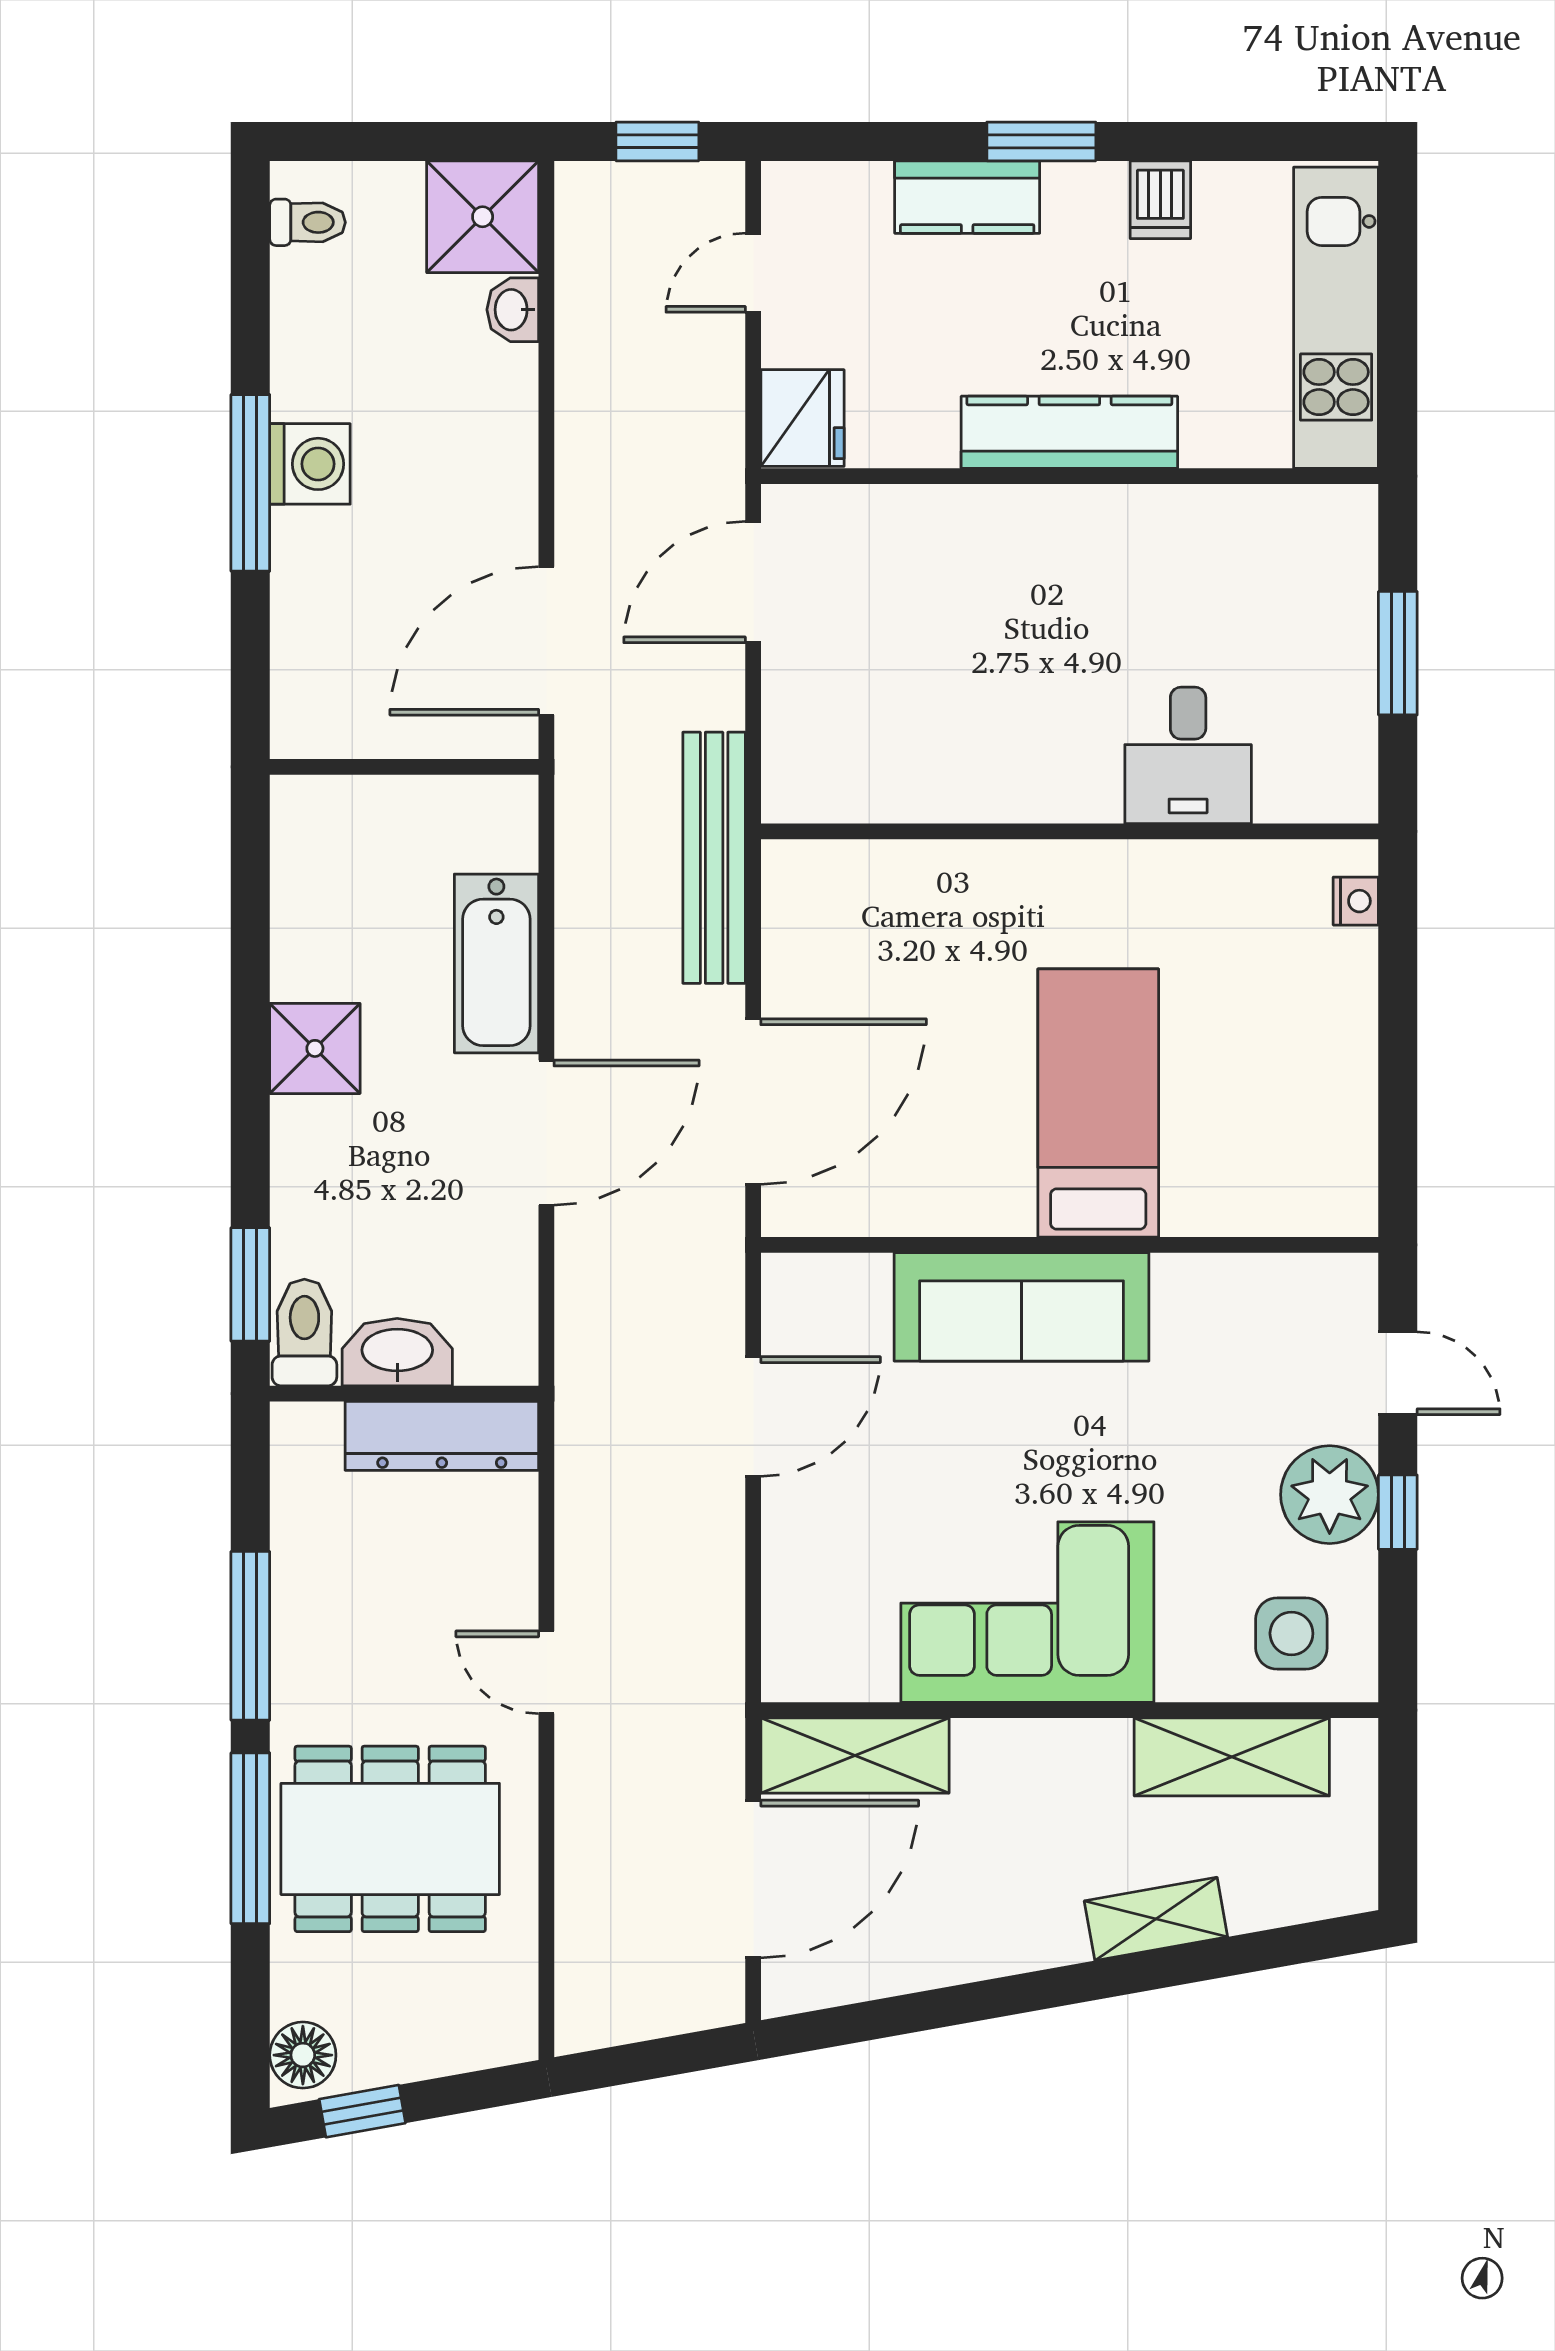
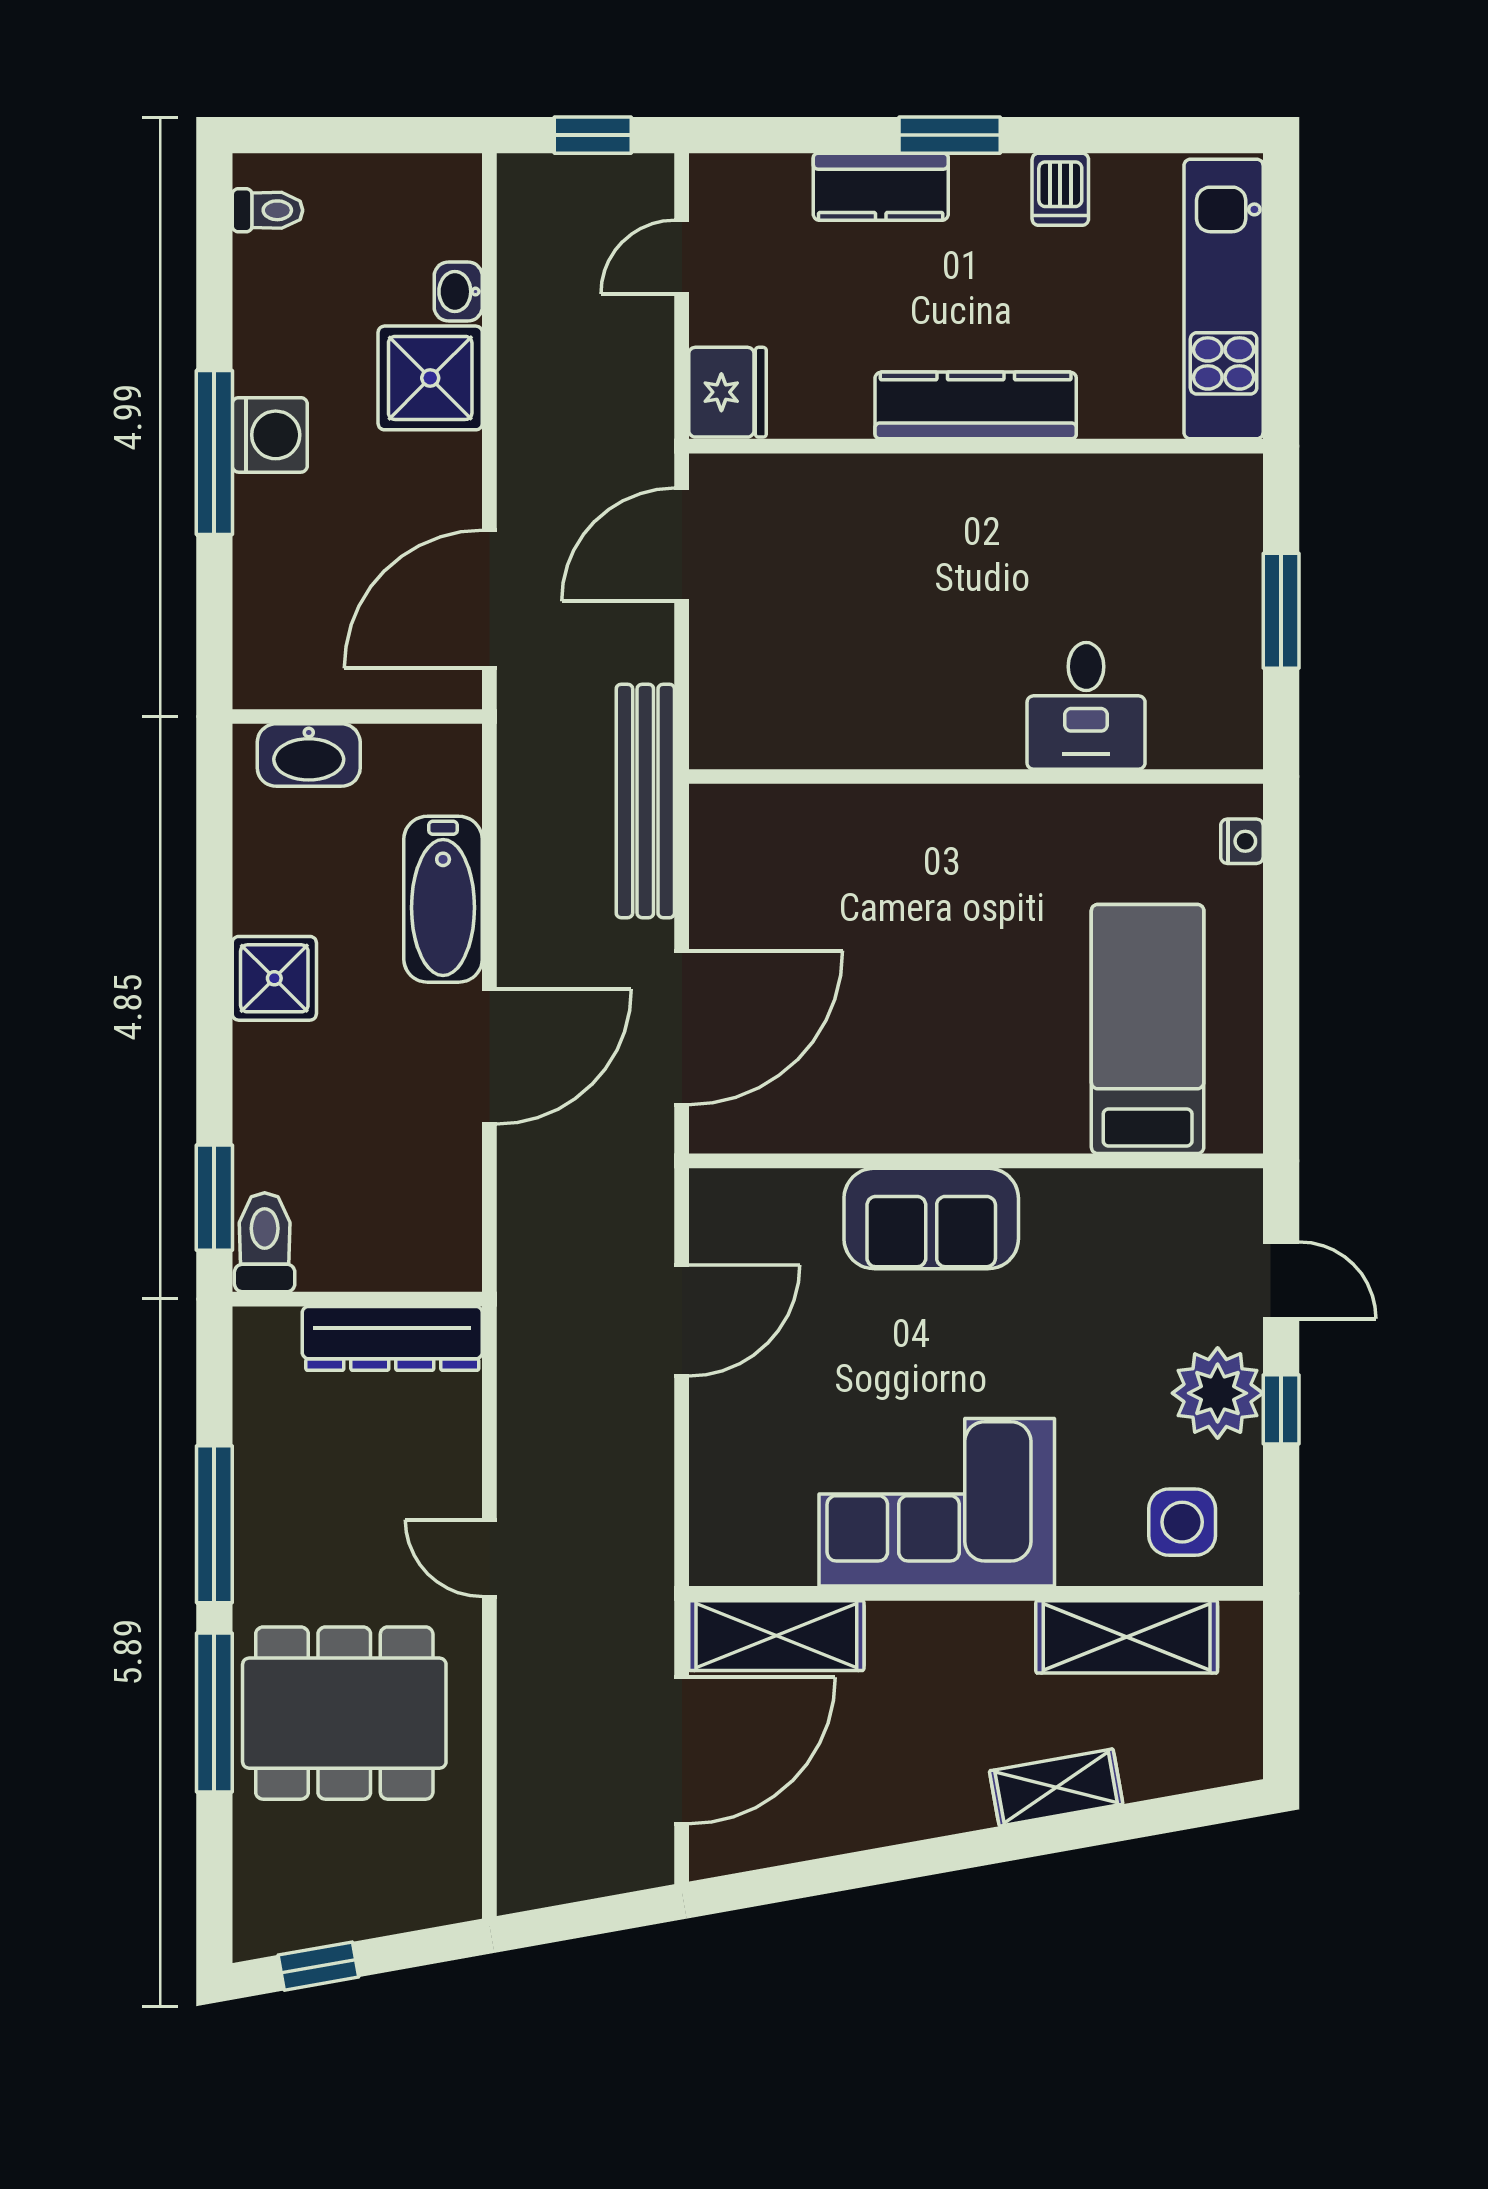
shower: (483, 217) -> (430, 378), moved
bed: (1098, 1103) -> (1148, 1029), moved
sofa: (1022, 1307) -> (931, 1218), width x0.73
washbasin: (397, 1352) -> (309, 755), moved, turned 180
floor lamp: (303, 2055) -> (263, 1914), removed

